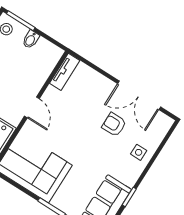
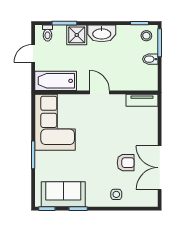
door: (32, 107) -> (99, 92), swing flipped
armchair: (114, 125) -> (126, 163), turned 90

